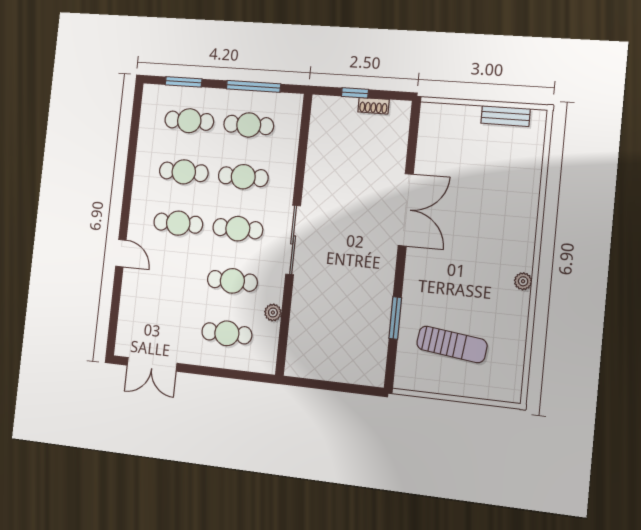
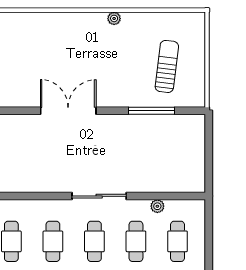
window: (395, 318) -> (151, 111), width x1.44

